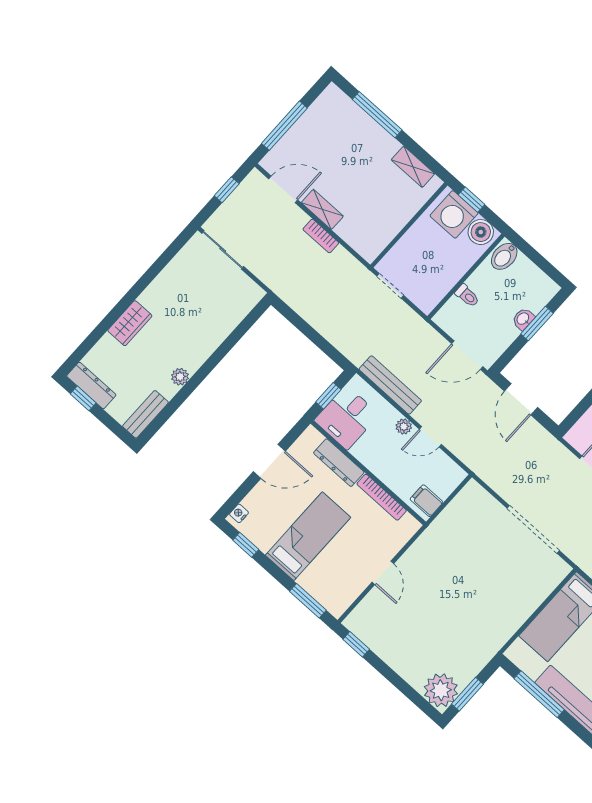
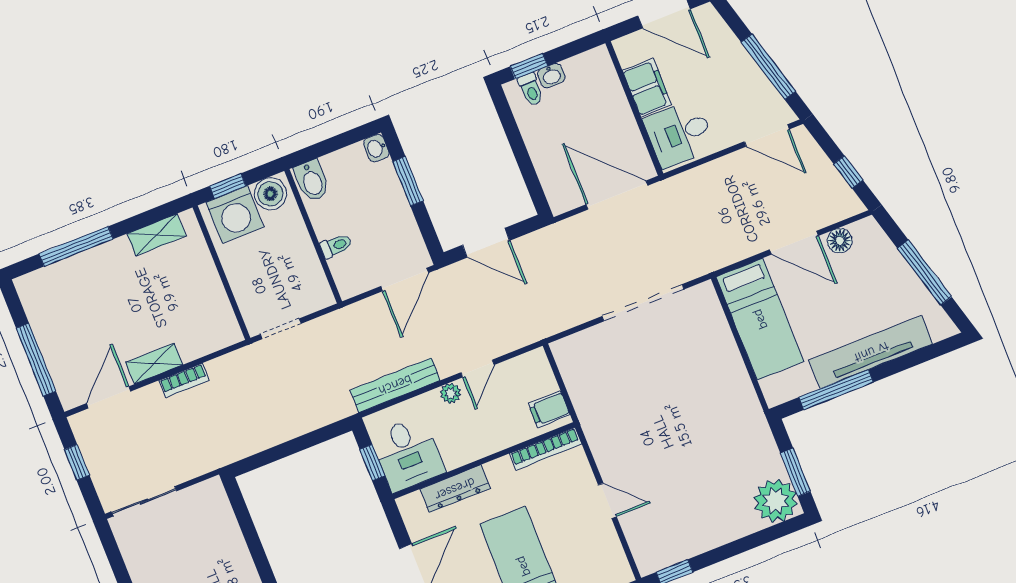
washbasin: (523, 319) -> (376, 148), moved
bookcase: (382, 497) -> (546, 449), moved

